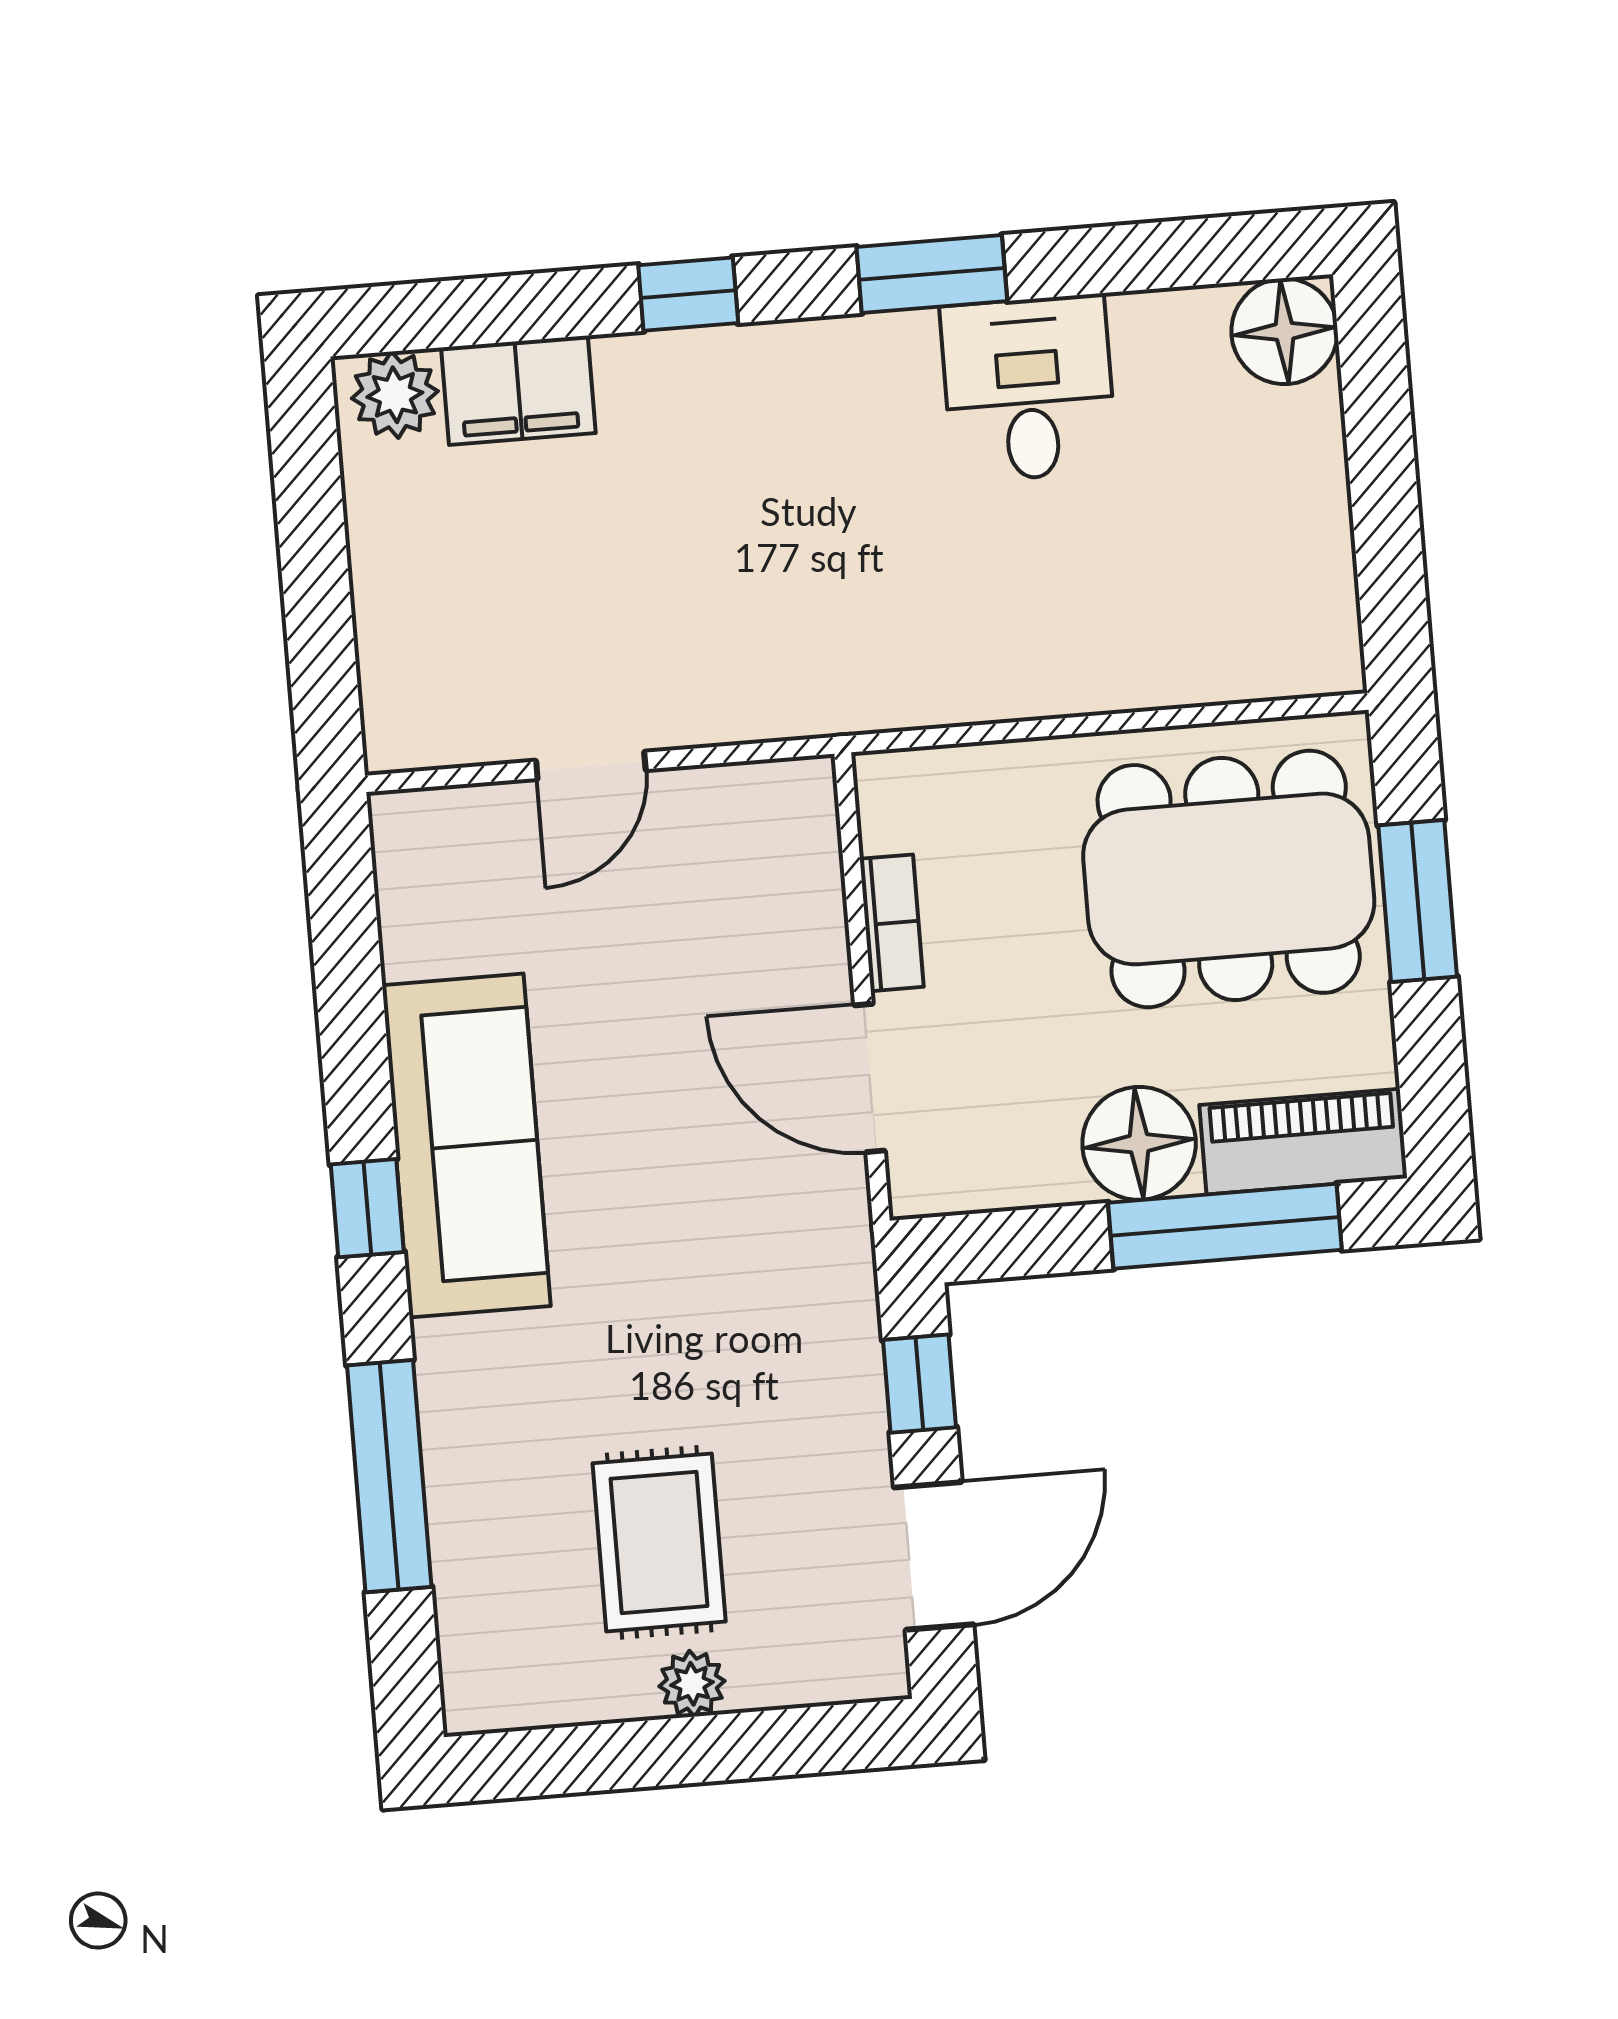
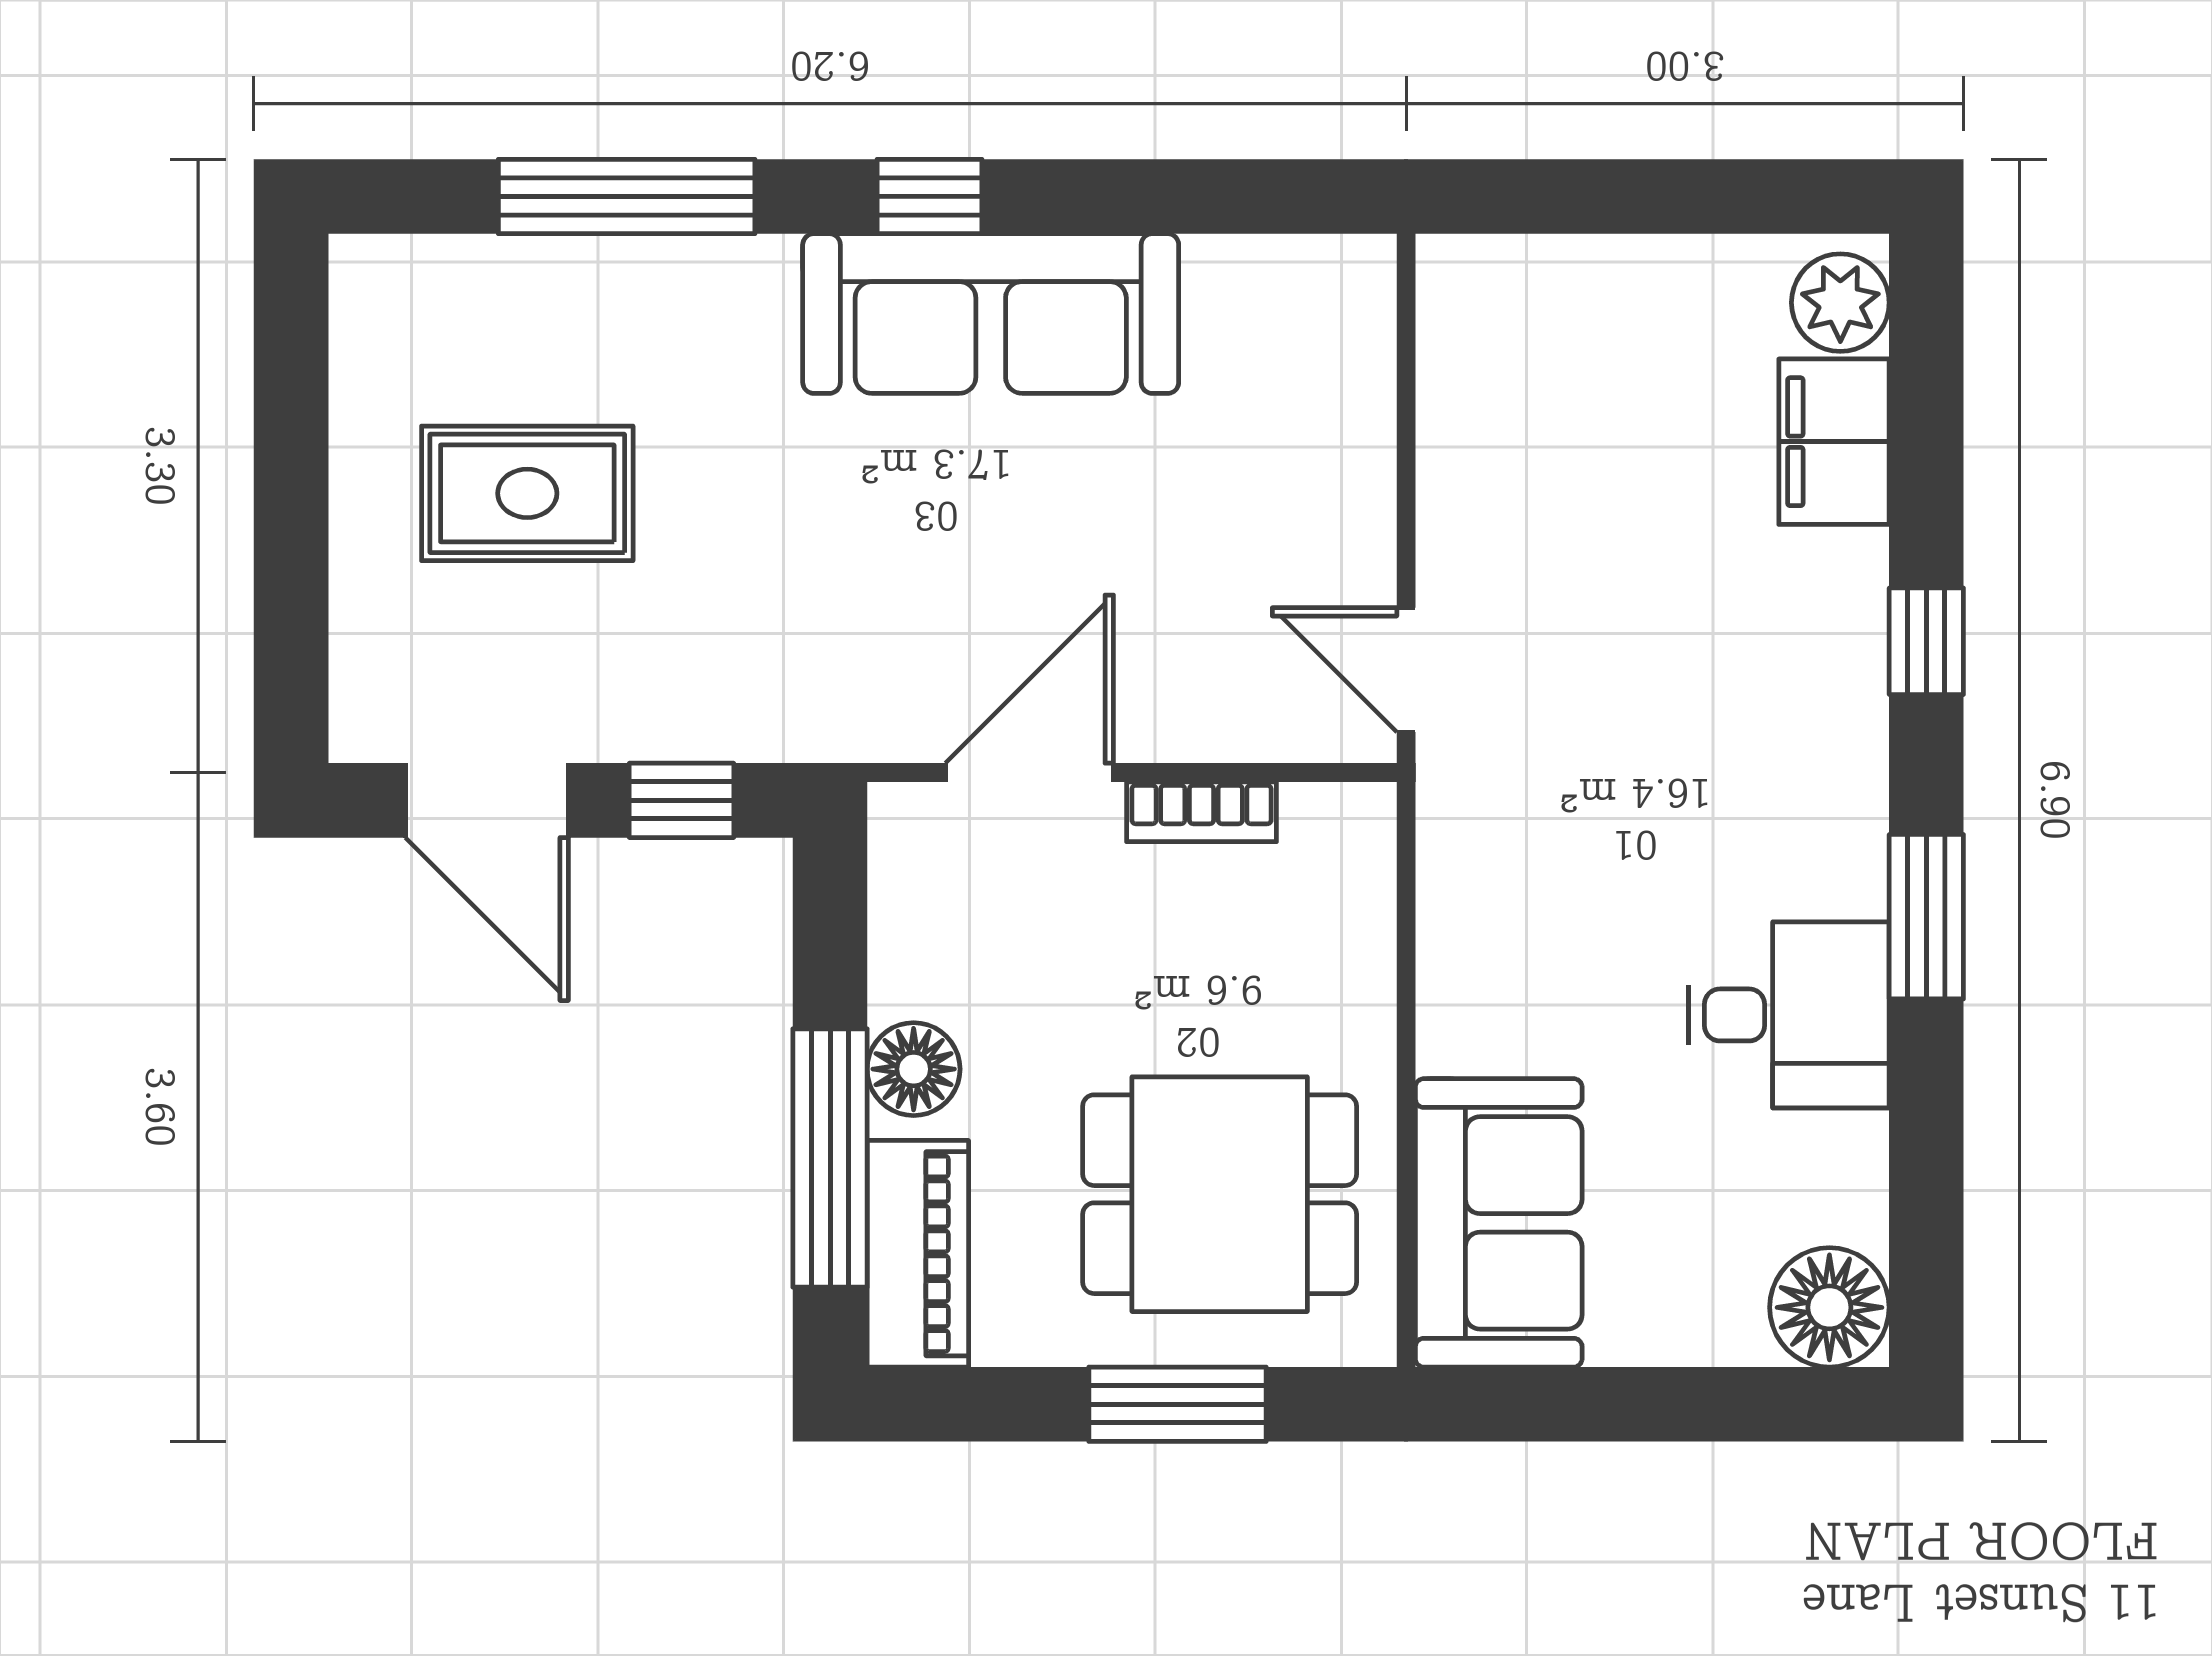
sofa: (1234, 630) -> (1499, 1223), added
door: (591, 765) -> (1406, 670), moved
dining table: (1229, 879) -> (1220, 1194), width x0.73
floor lamp: (1139, 1143) -> (914, 1069), width x0.73, depth x0.73
plant: (692, 1684) -> (366, 517), removed

